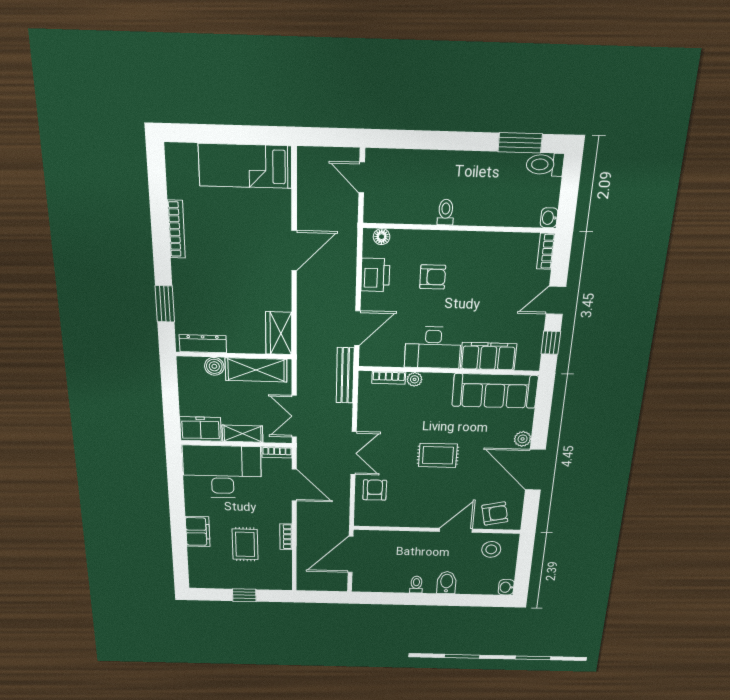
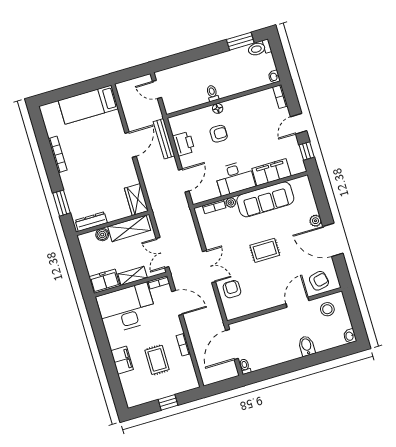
floor lamp: (382, 237) -> (218, 108), moved
bench: (345, 375) -> (164, 139), moved
sofa: (495, 391) -> (265, 199), moved
toilet: (416, 585) -> (245, 366), moved

